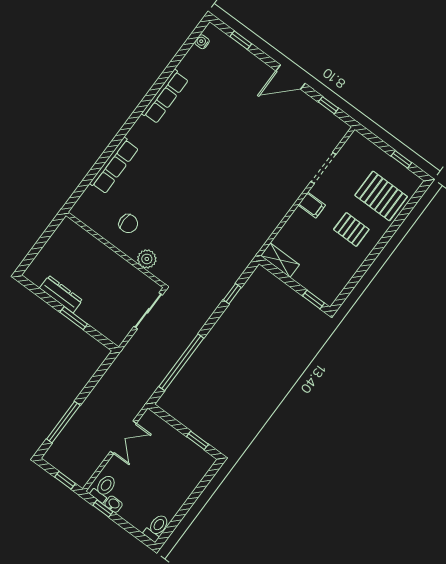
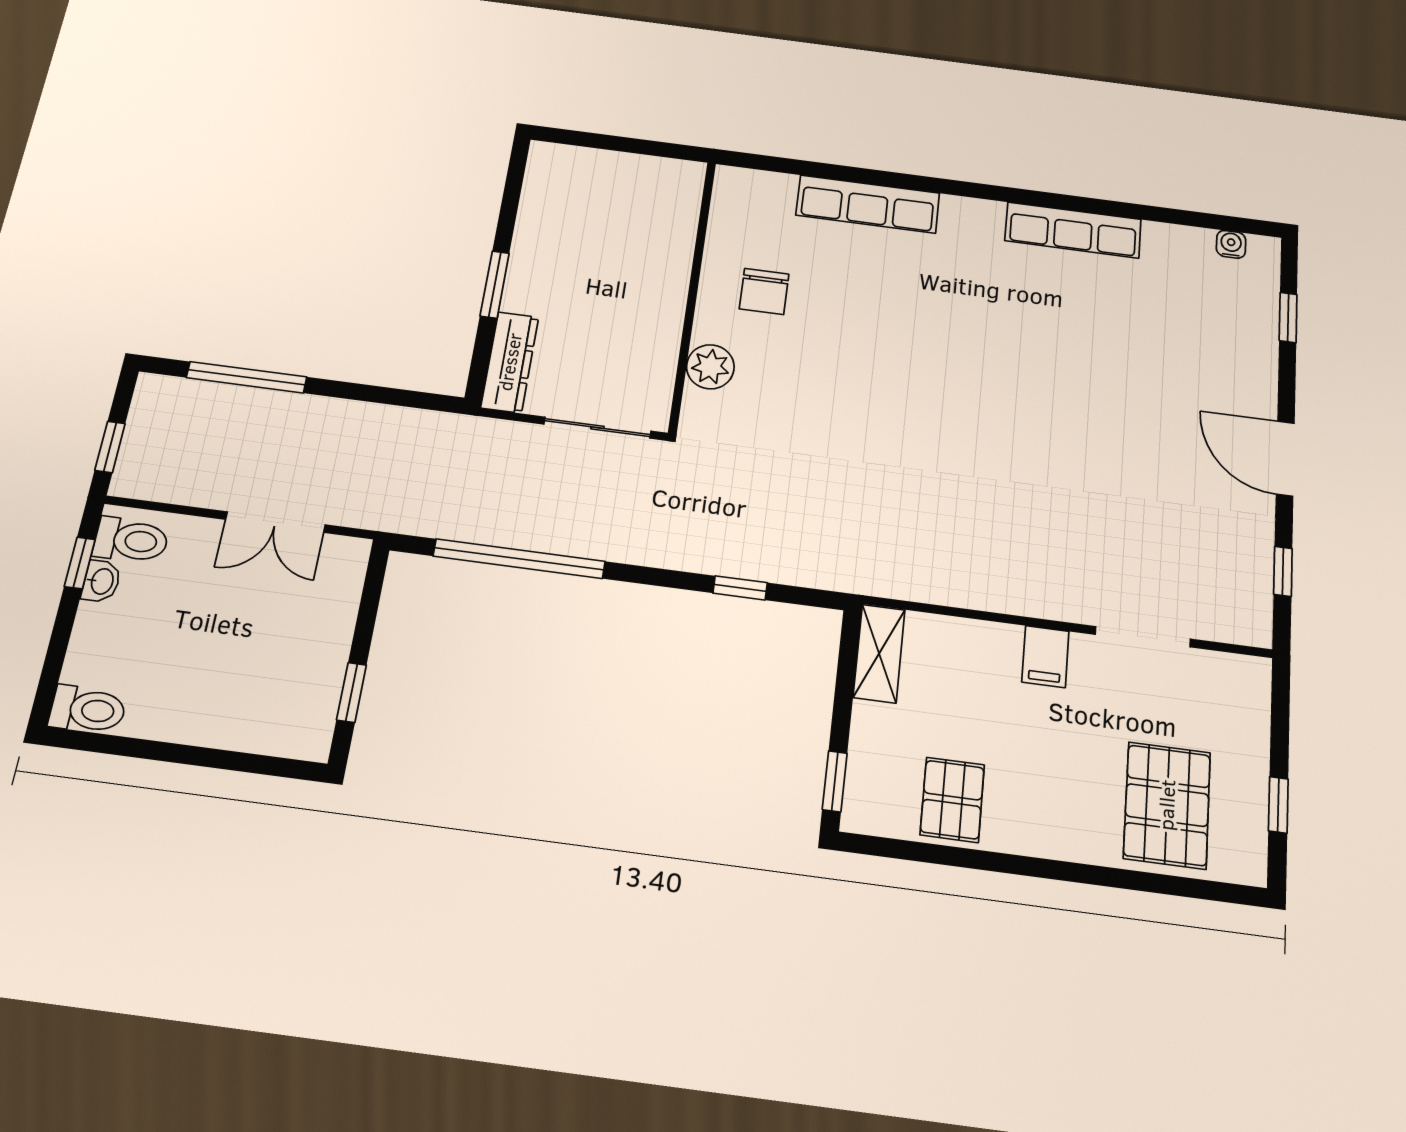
pallet: (351, 229) -> (952, 800), moved
dresser: (61, 294) -> (510, 362), moved

